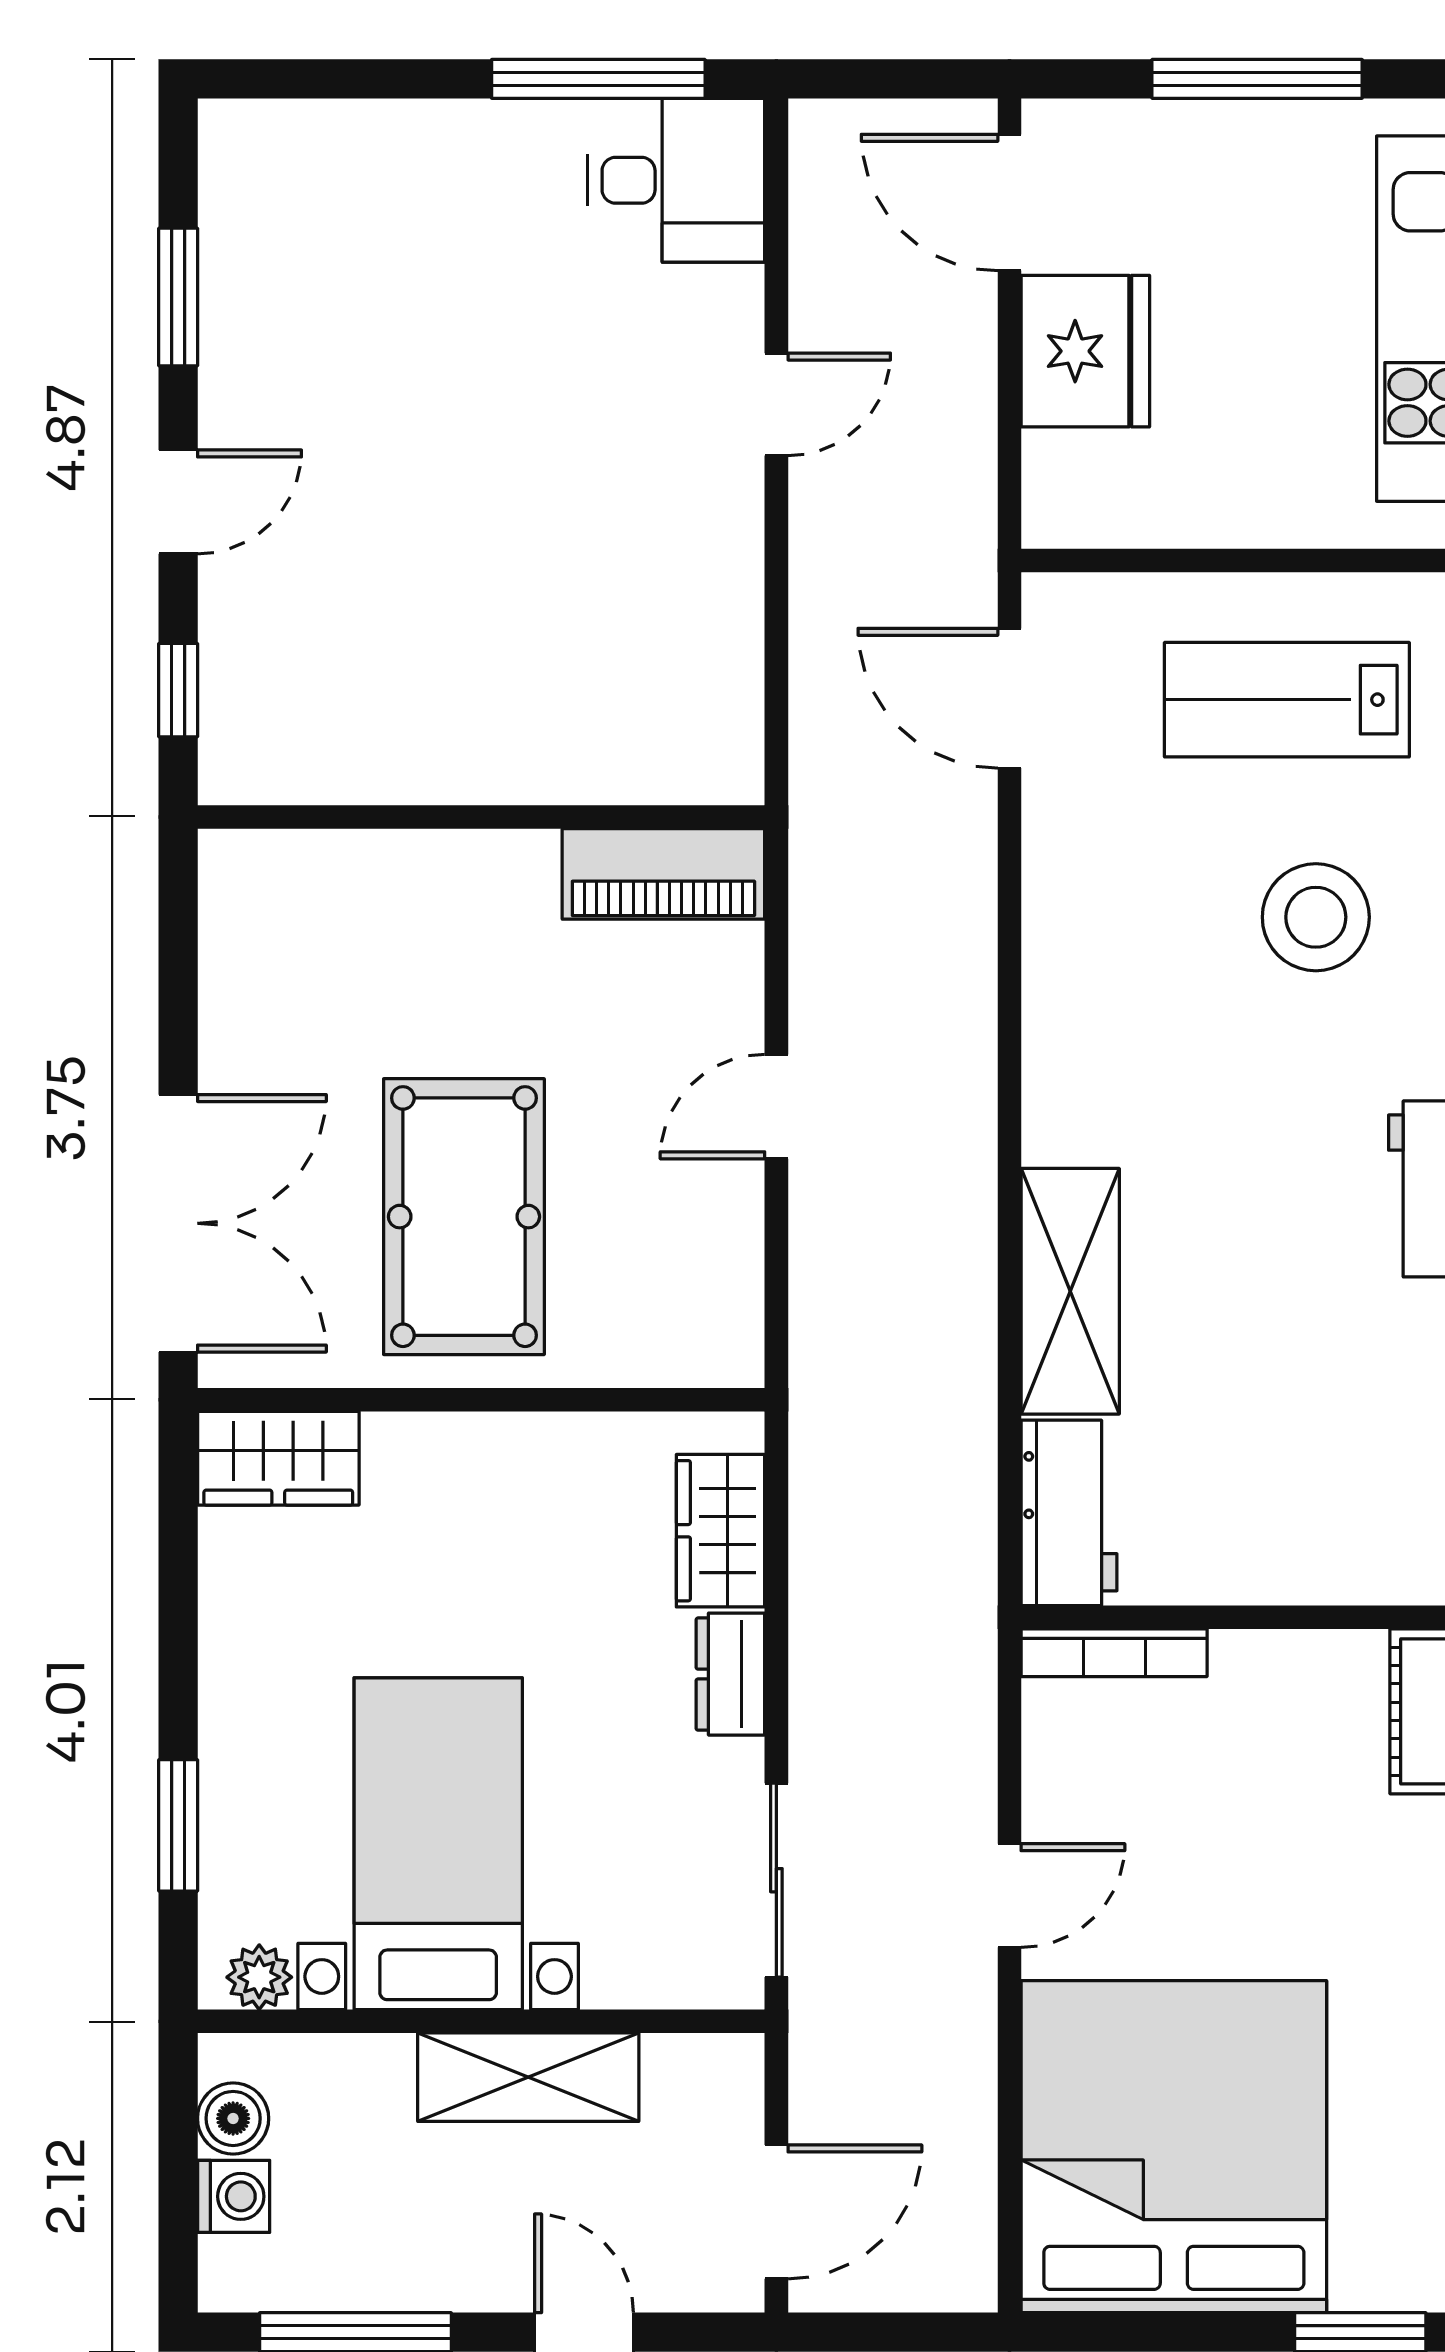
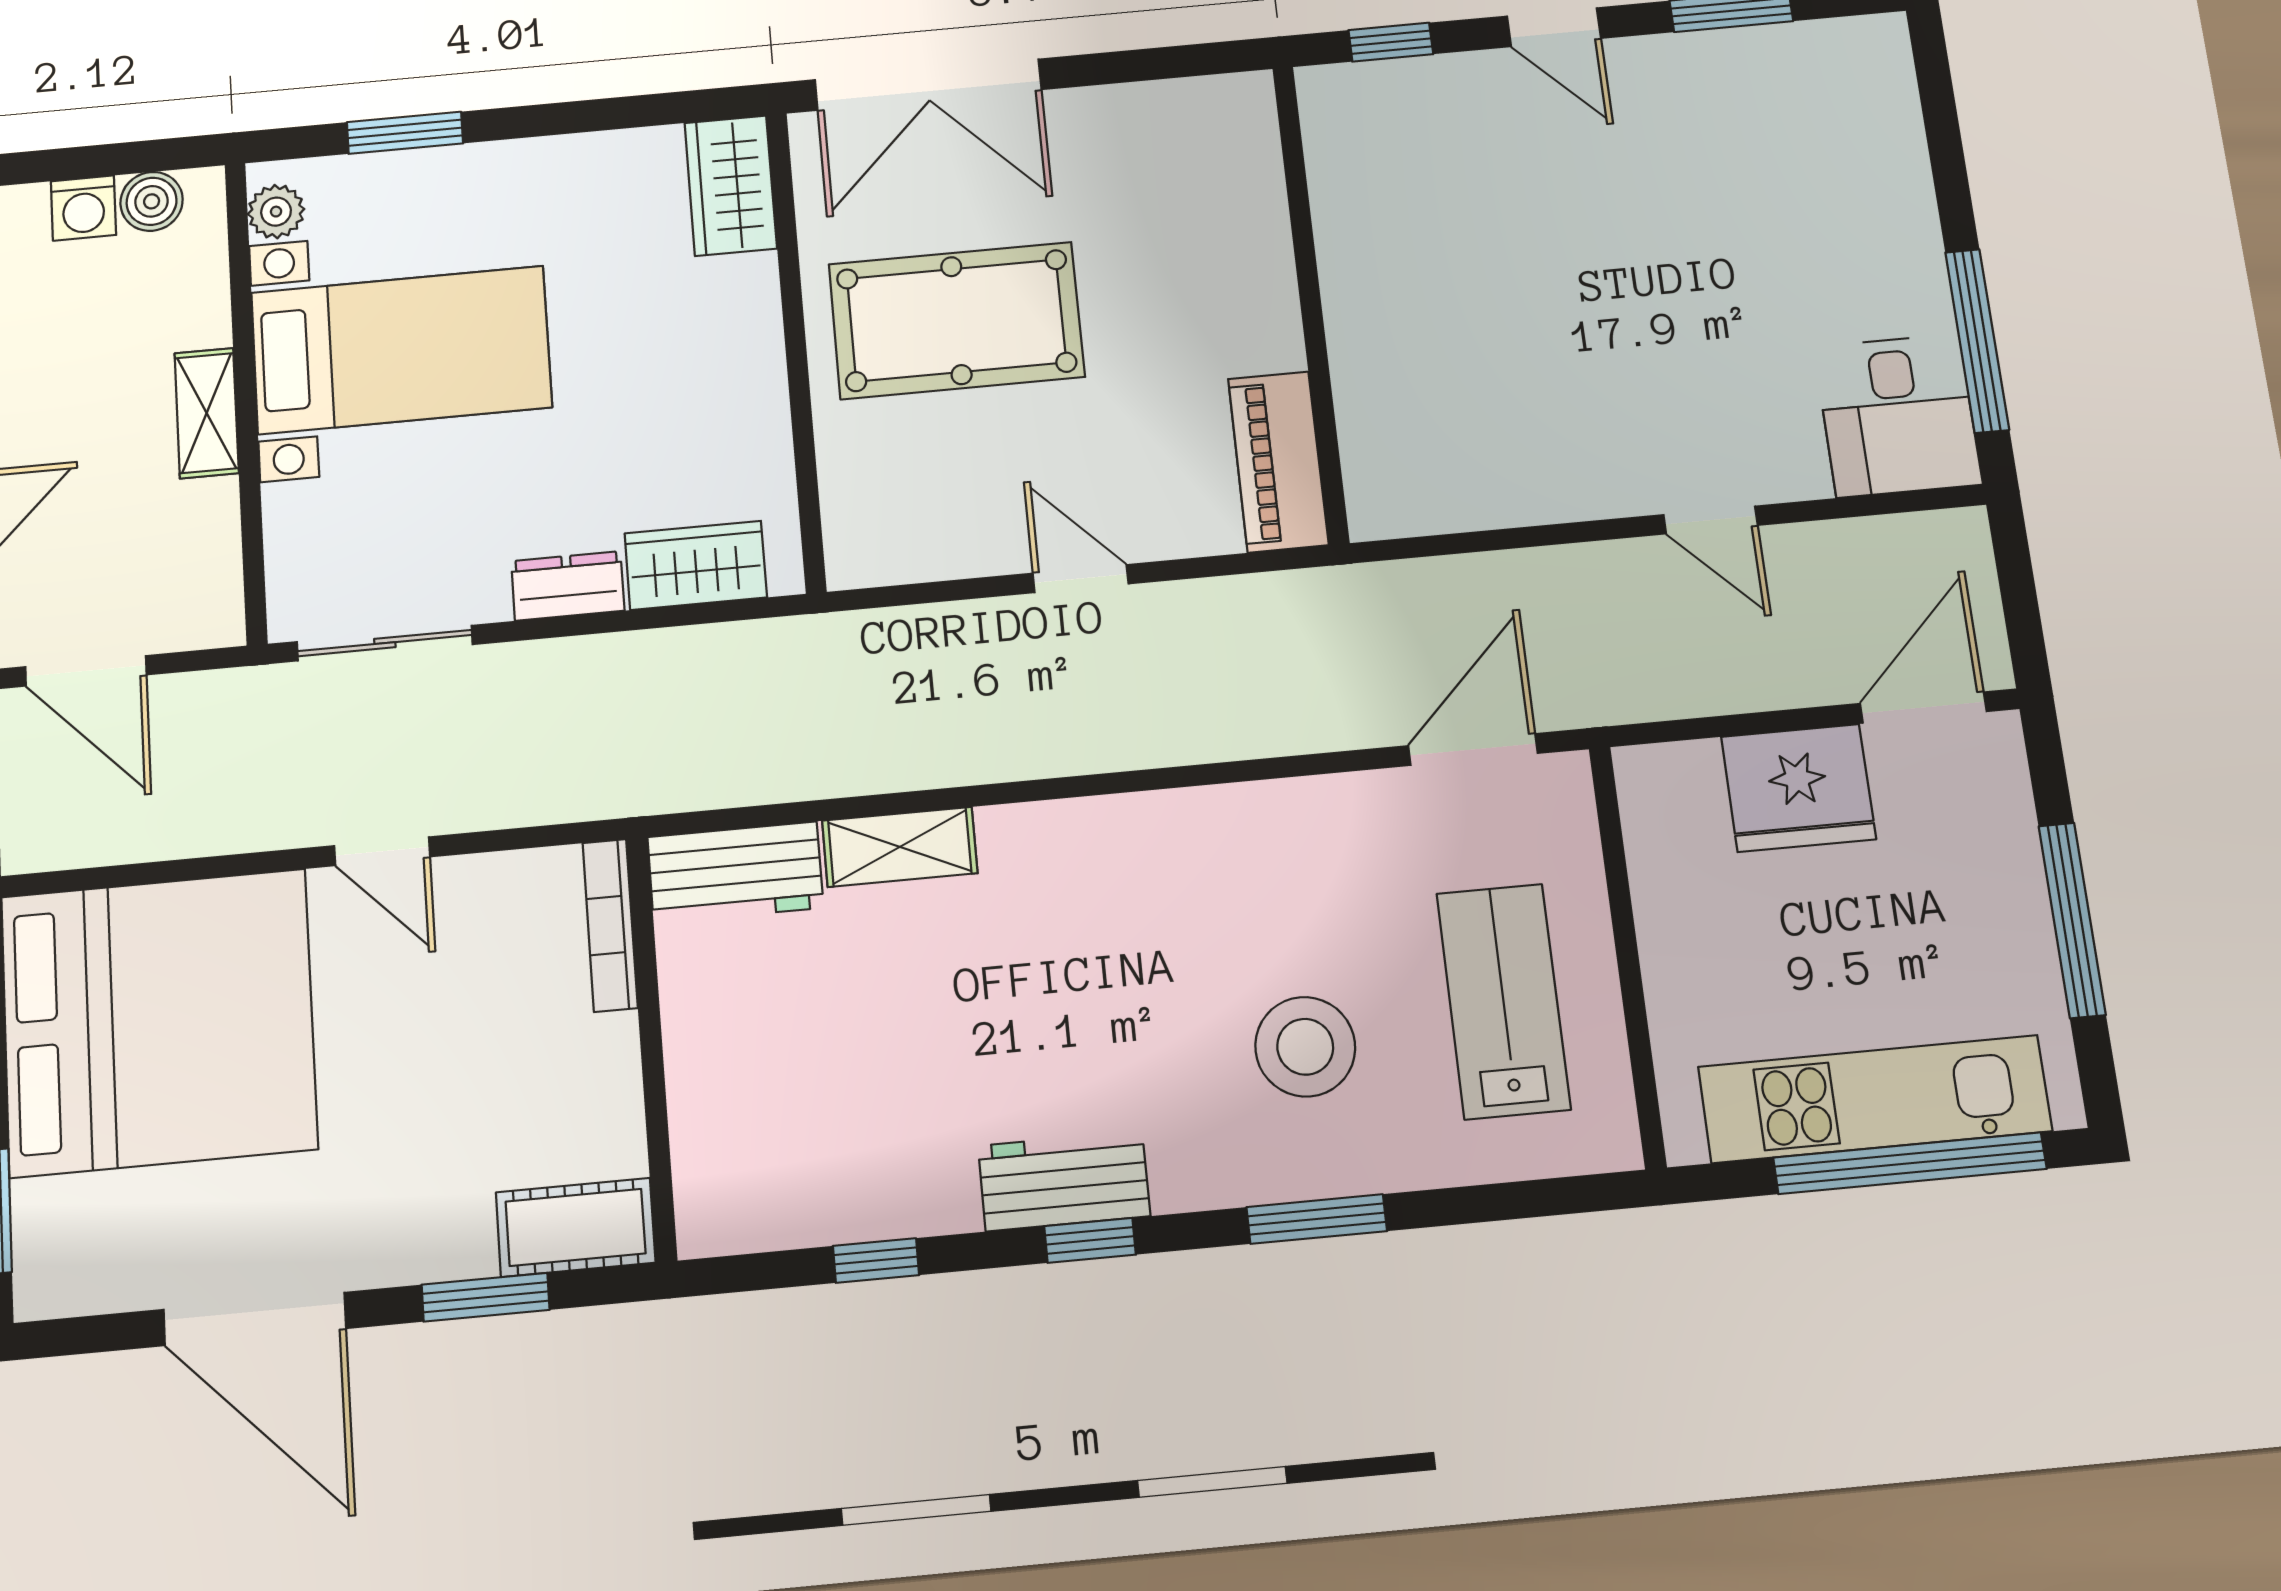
shelving: (1070, 1291) -> (900, 847), width x0.67, depth x0.75
shelving: (528, 2077) -> (207, 413), width x0.67, depth x0.75

